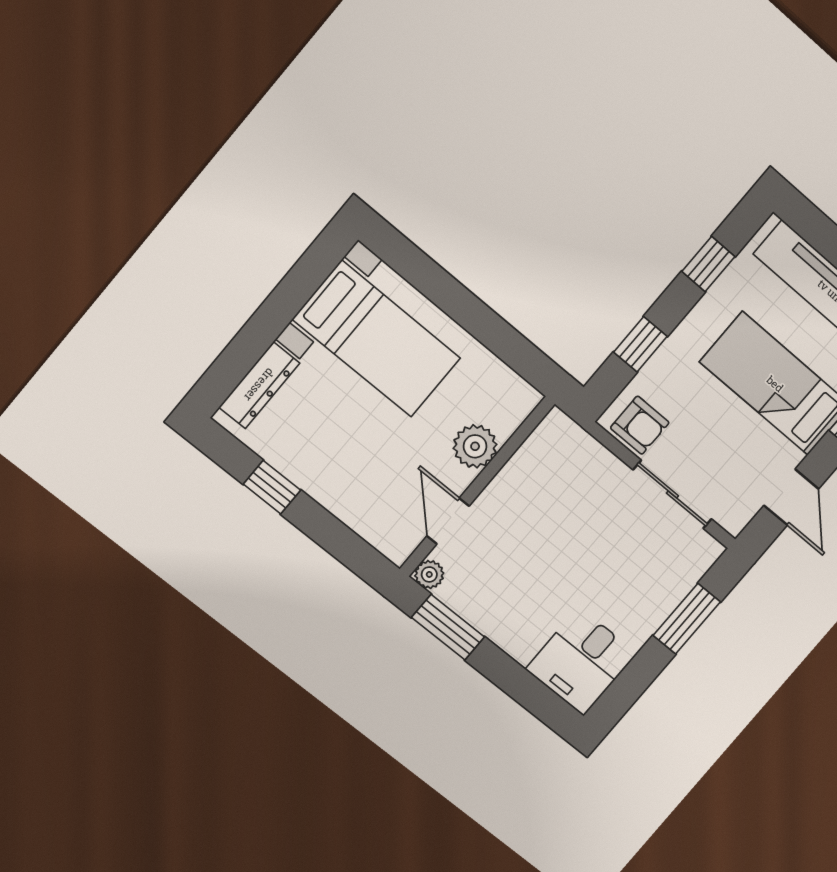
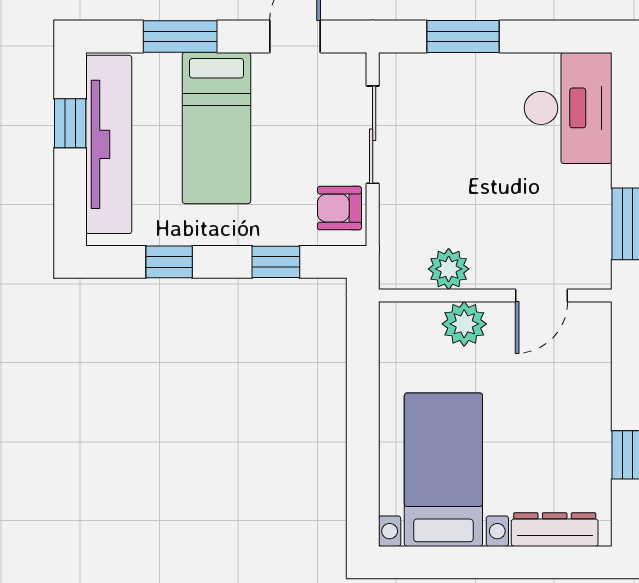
armchair: (640, 425) -> (339, 208), turned -90
plant: (429, 574) -> (449, 269), moved, width x1.38, depth x1.38
desk: (581, 661) -> (568, 108), width x1.37

